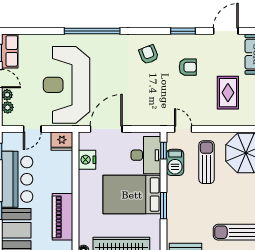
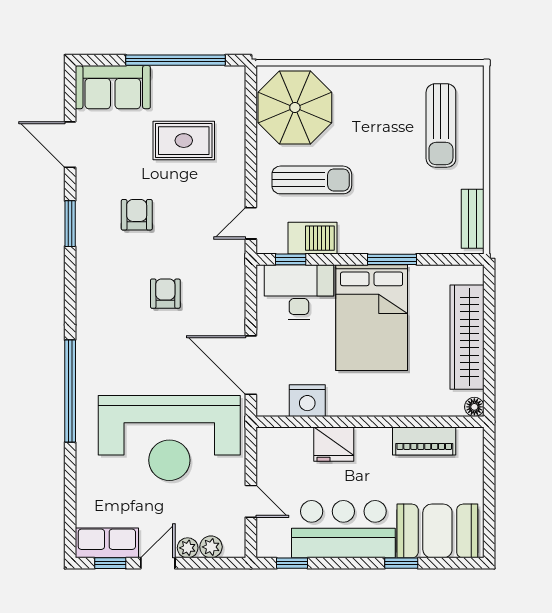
armchair: (149, 55) -> (165, 294), moved, turned 111
fridge: (62, 141) -> (334, 444), moved, turned 90
sun lounger: (207, 162) -> (312, 180), turned 180
piano: (62, 217) -> (424, 441), width x0.73, depth x0.75

